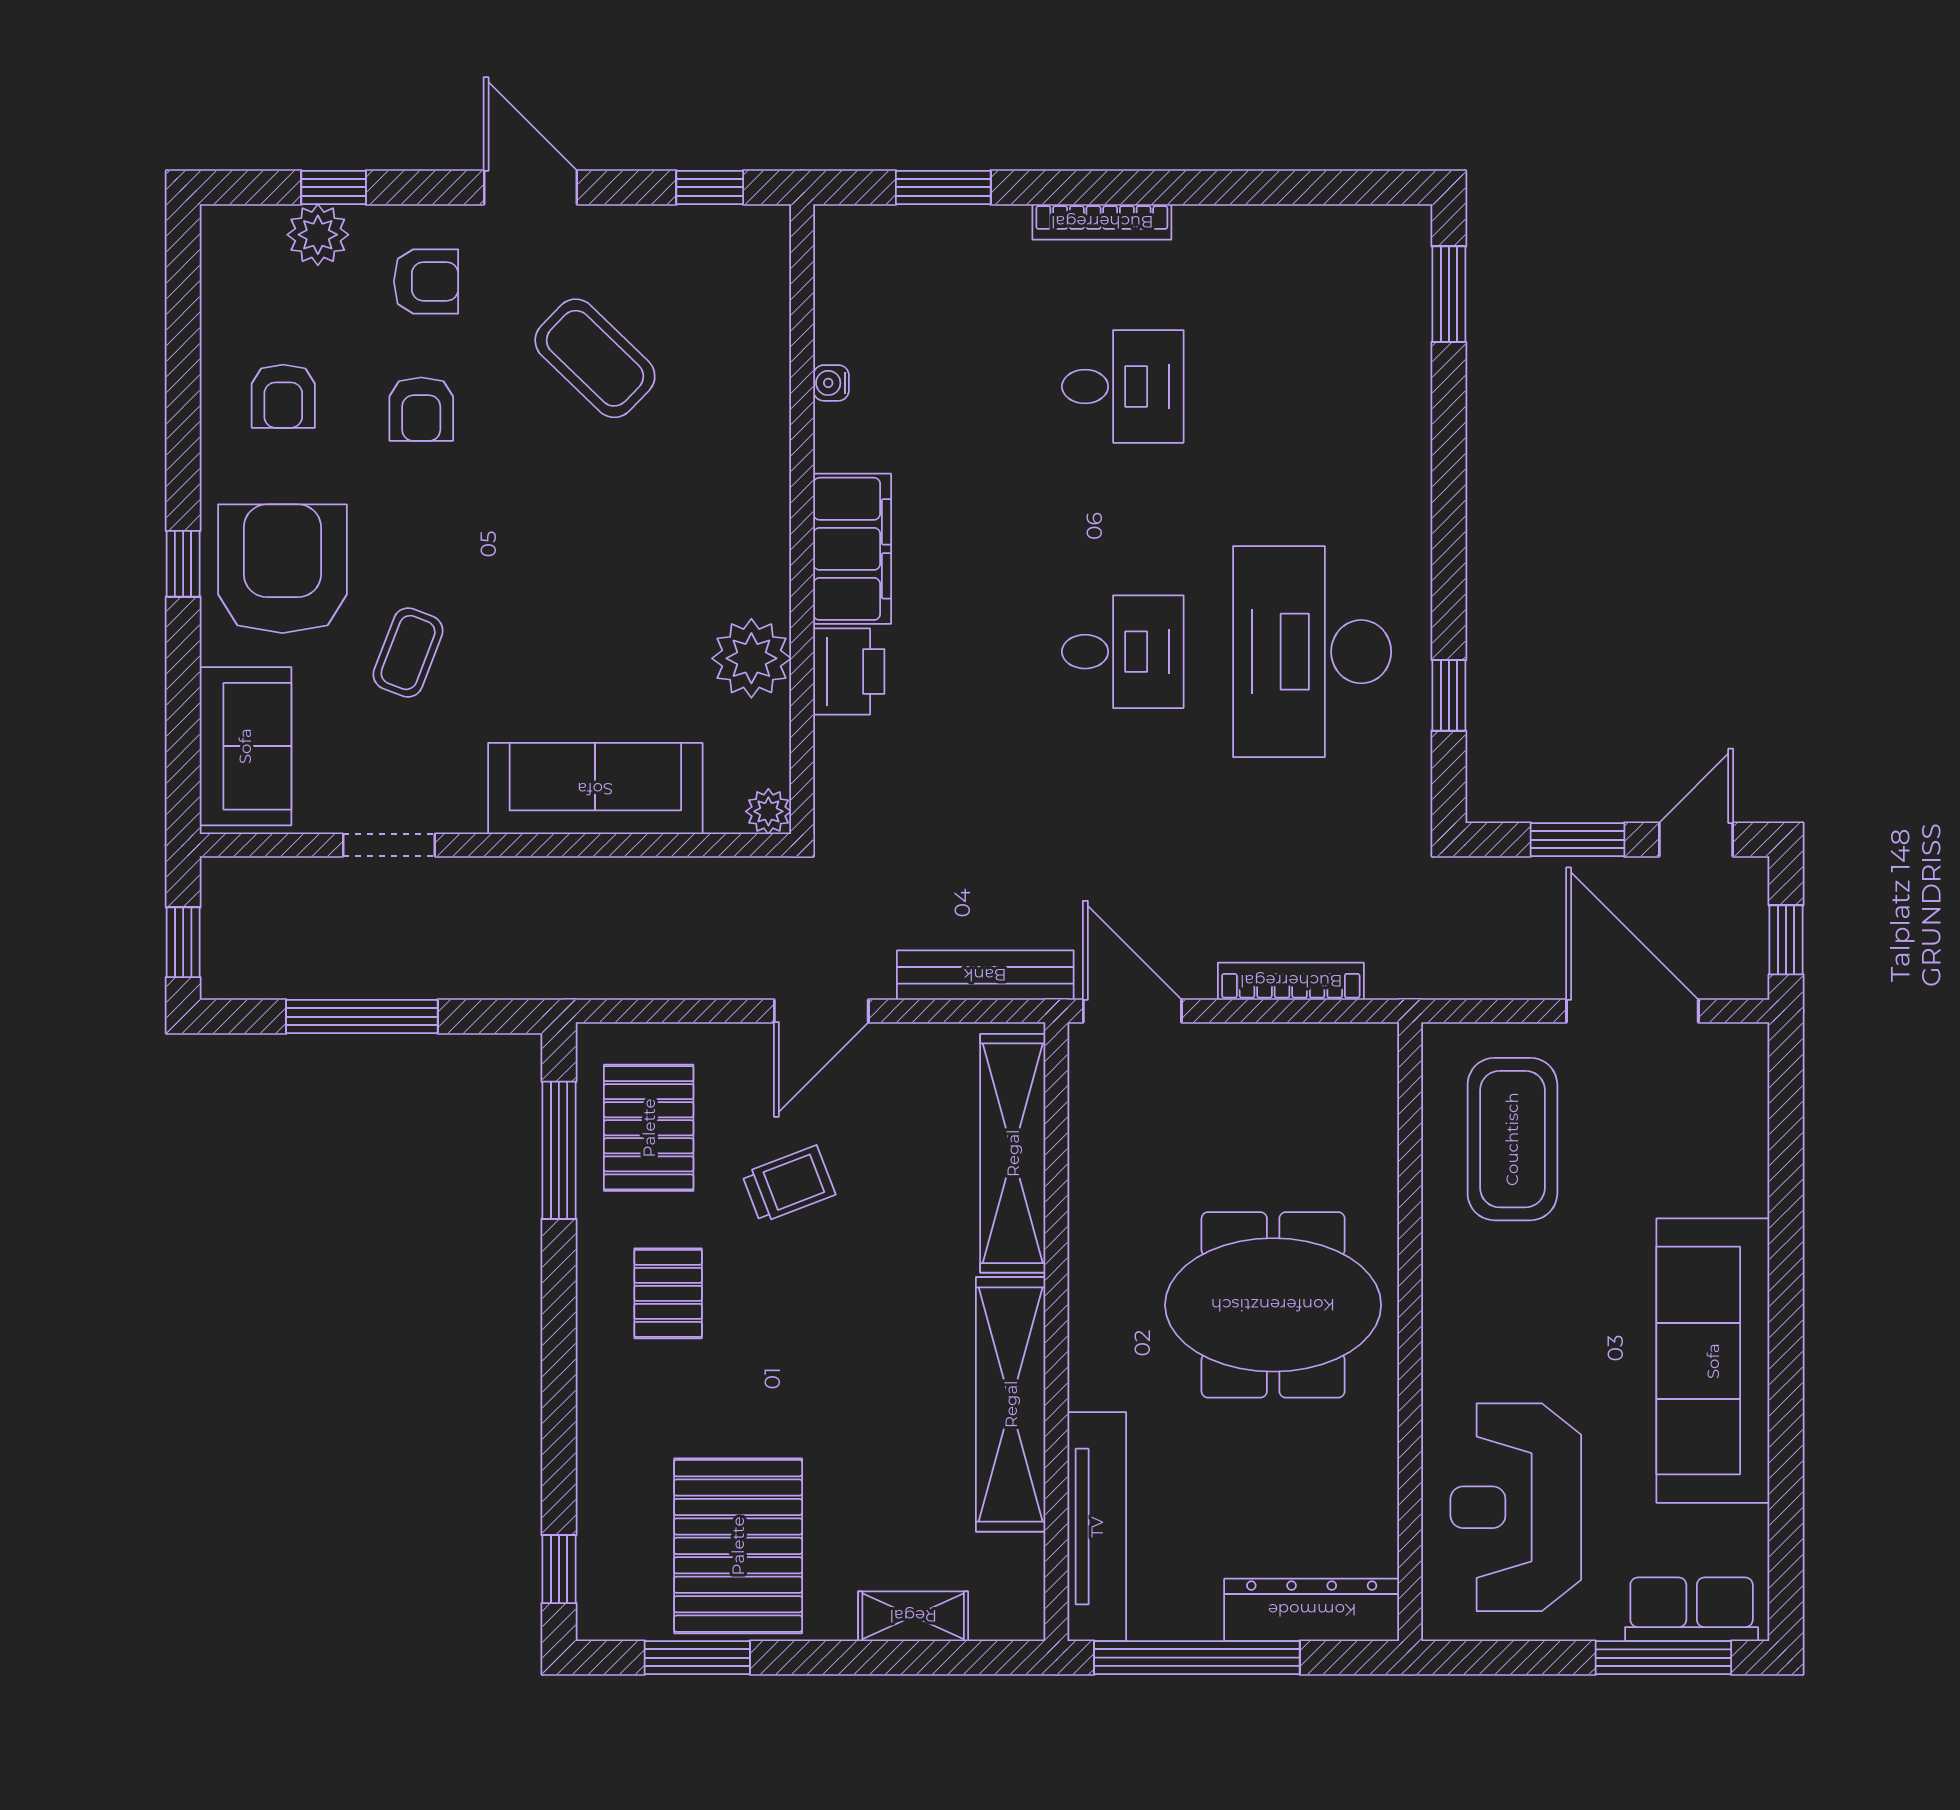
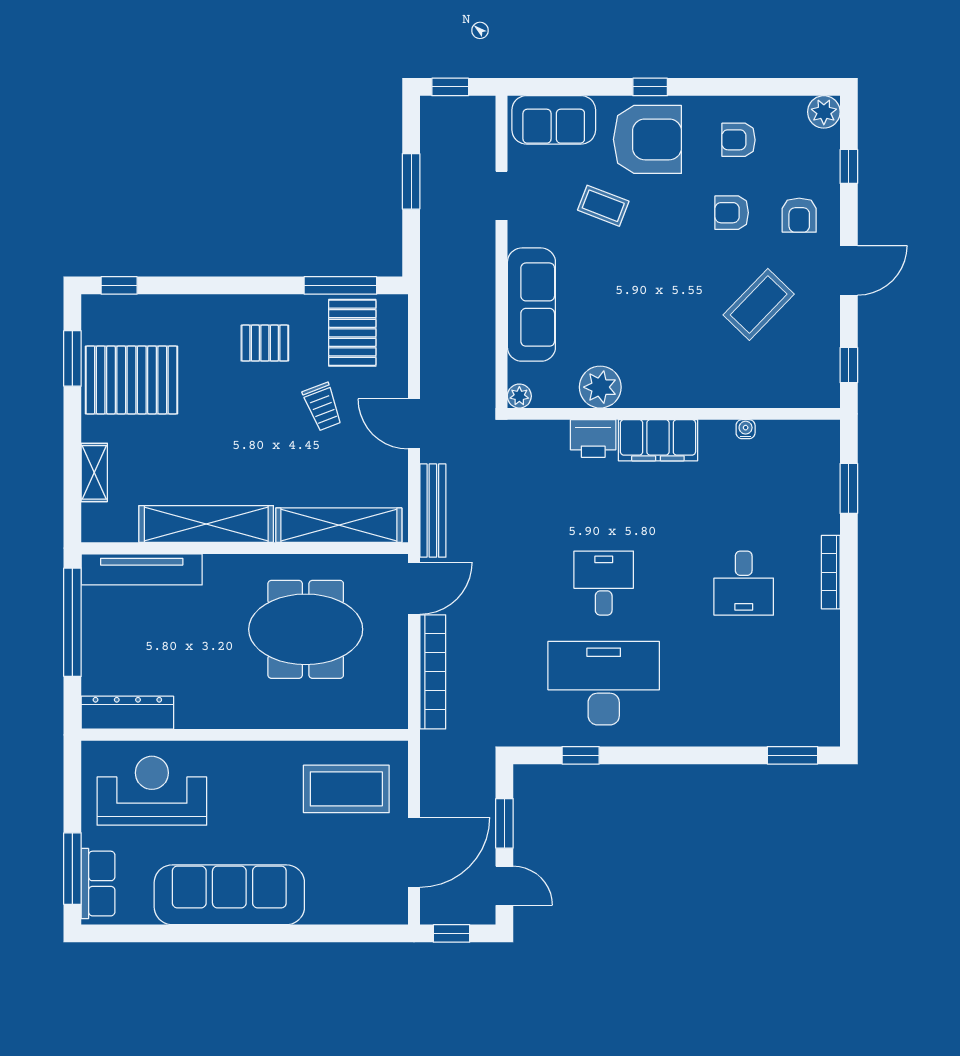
plant: (318, 235) -> (824, 112), moved
desk: (1123, 652) -> (604, 583), turned 180
bookcase: (1291, 981) -> (433, 672), width x1.48, depth x1.31
window: (362, 1017) -> (411, 181), width x0.69
pallet: (649, 1128) -> (352, 333), turned 90
meeting table: (1273, 1305) -> (306, 629), moved, turned 90
dresser: (1312, 1610) -> (127, 713), moved, turned -90

